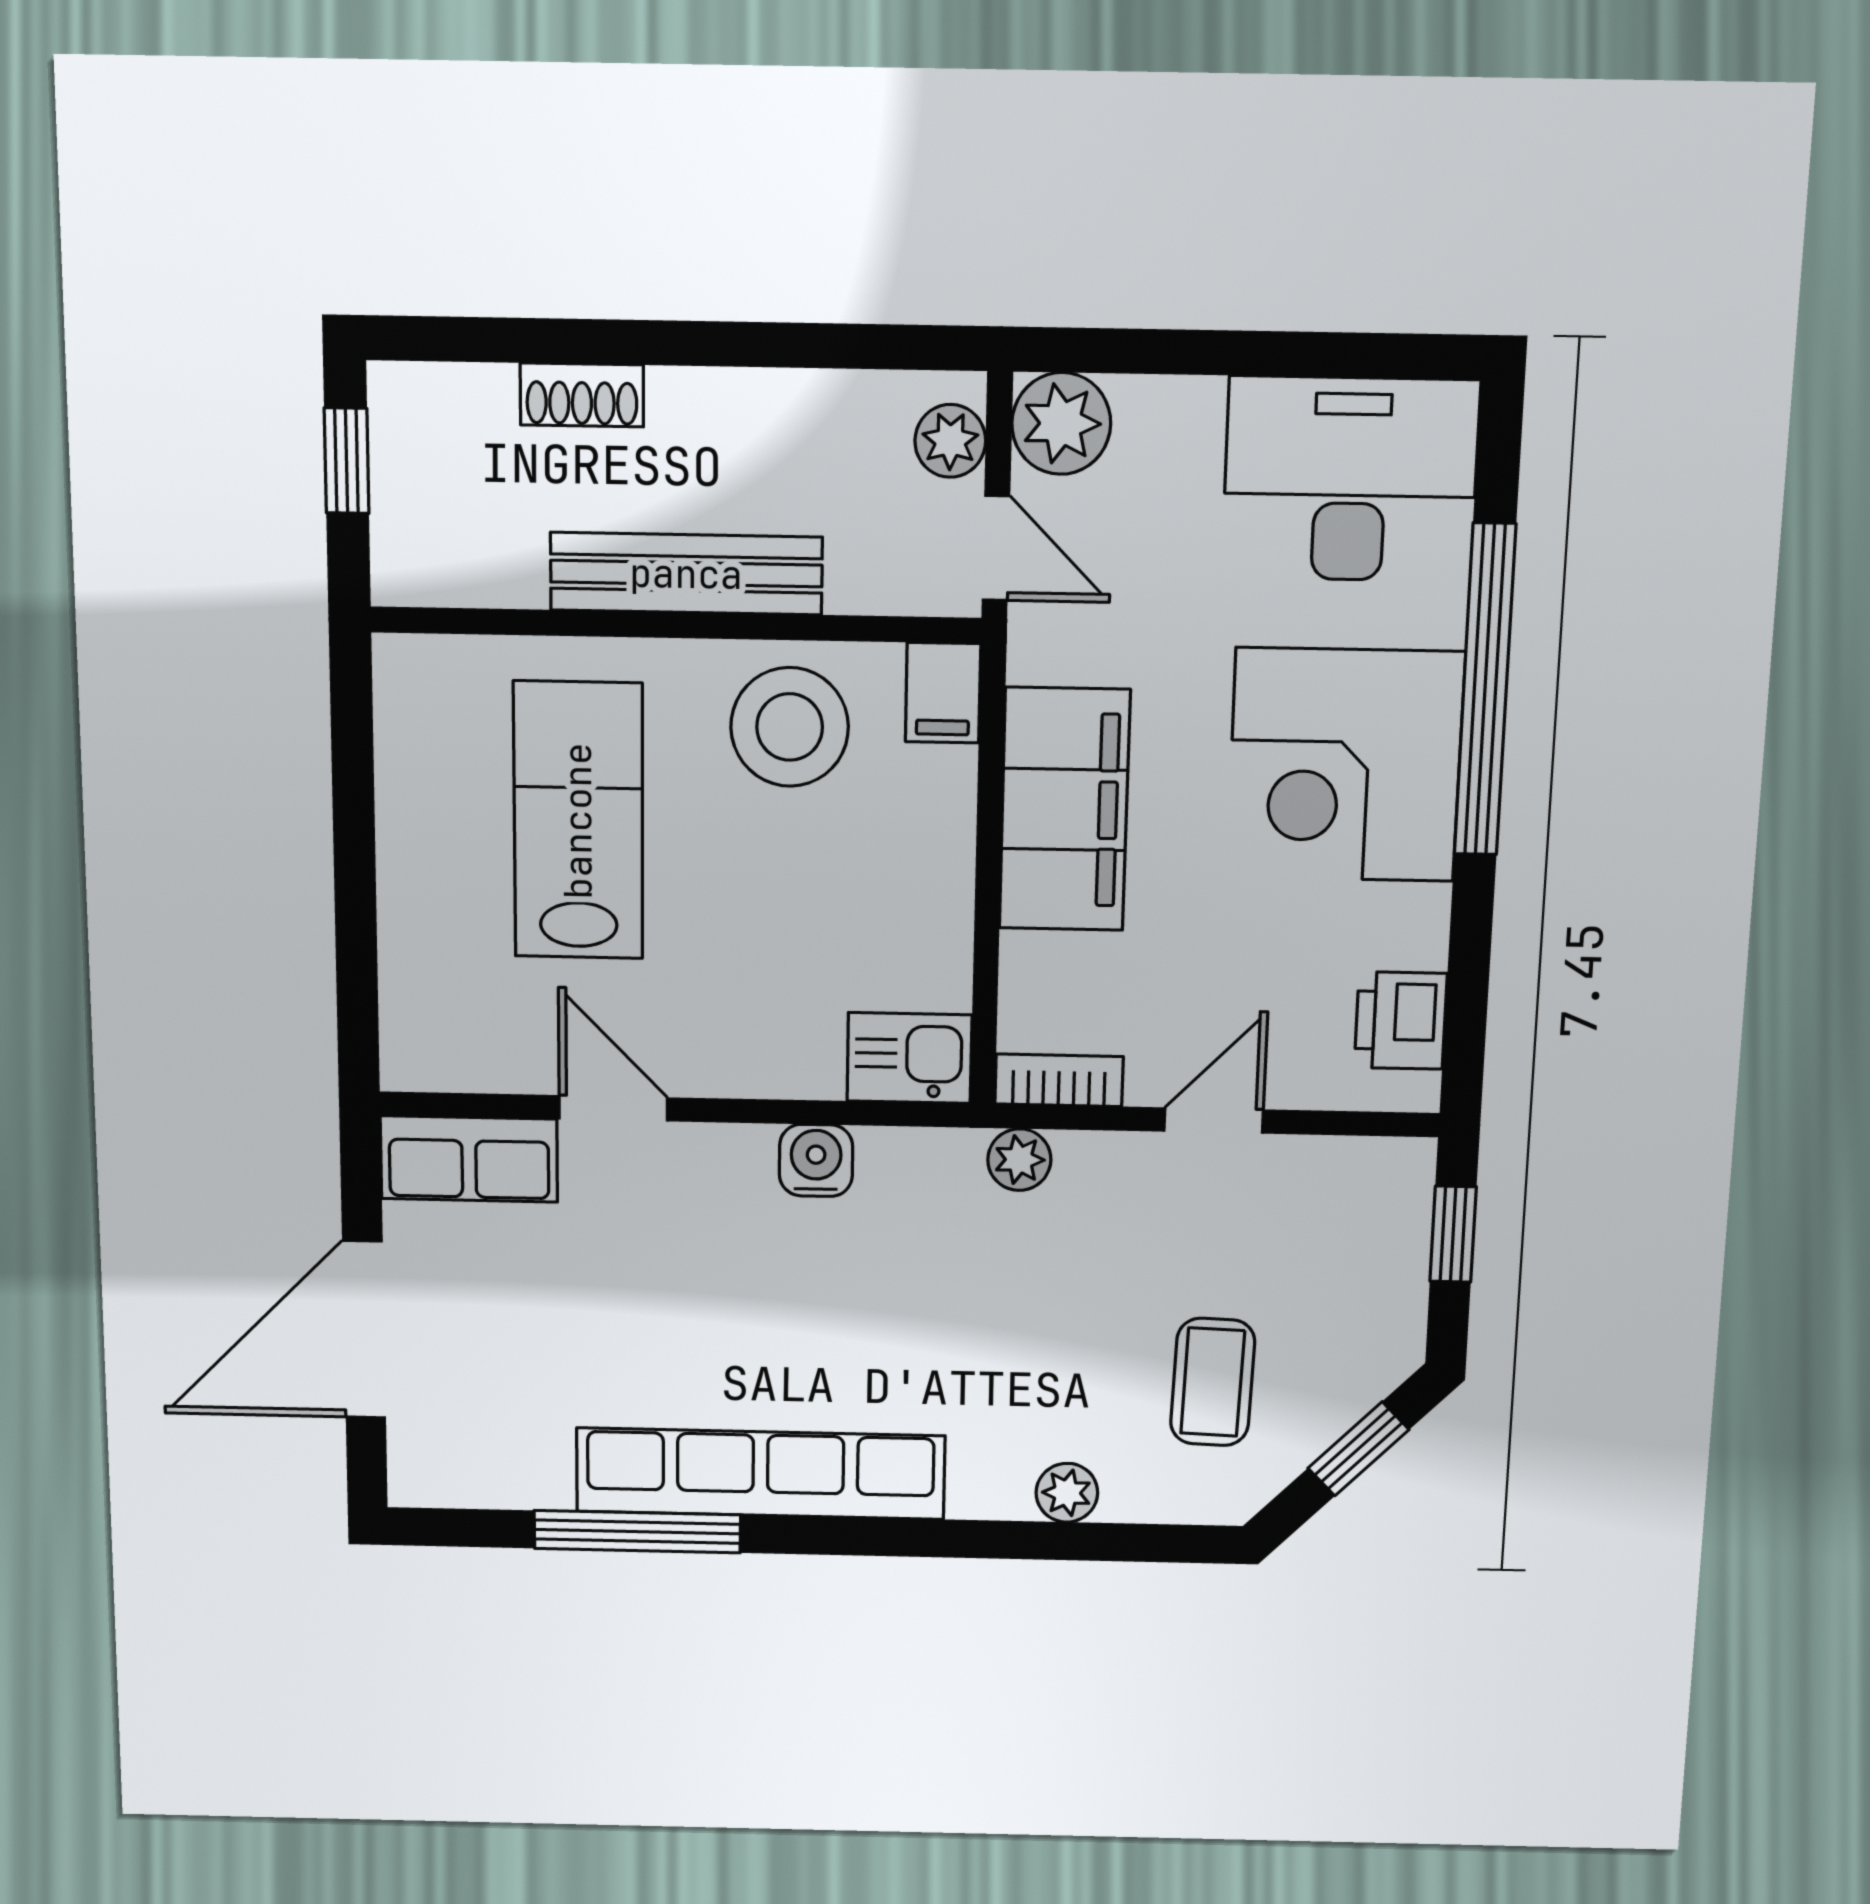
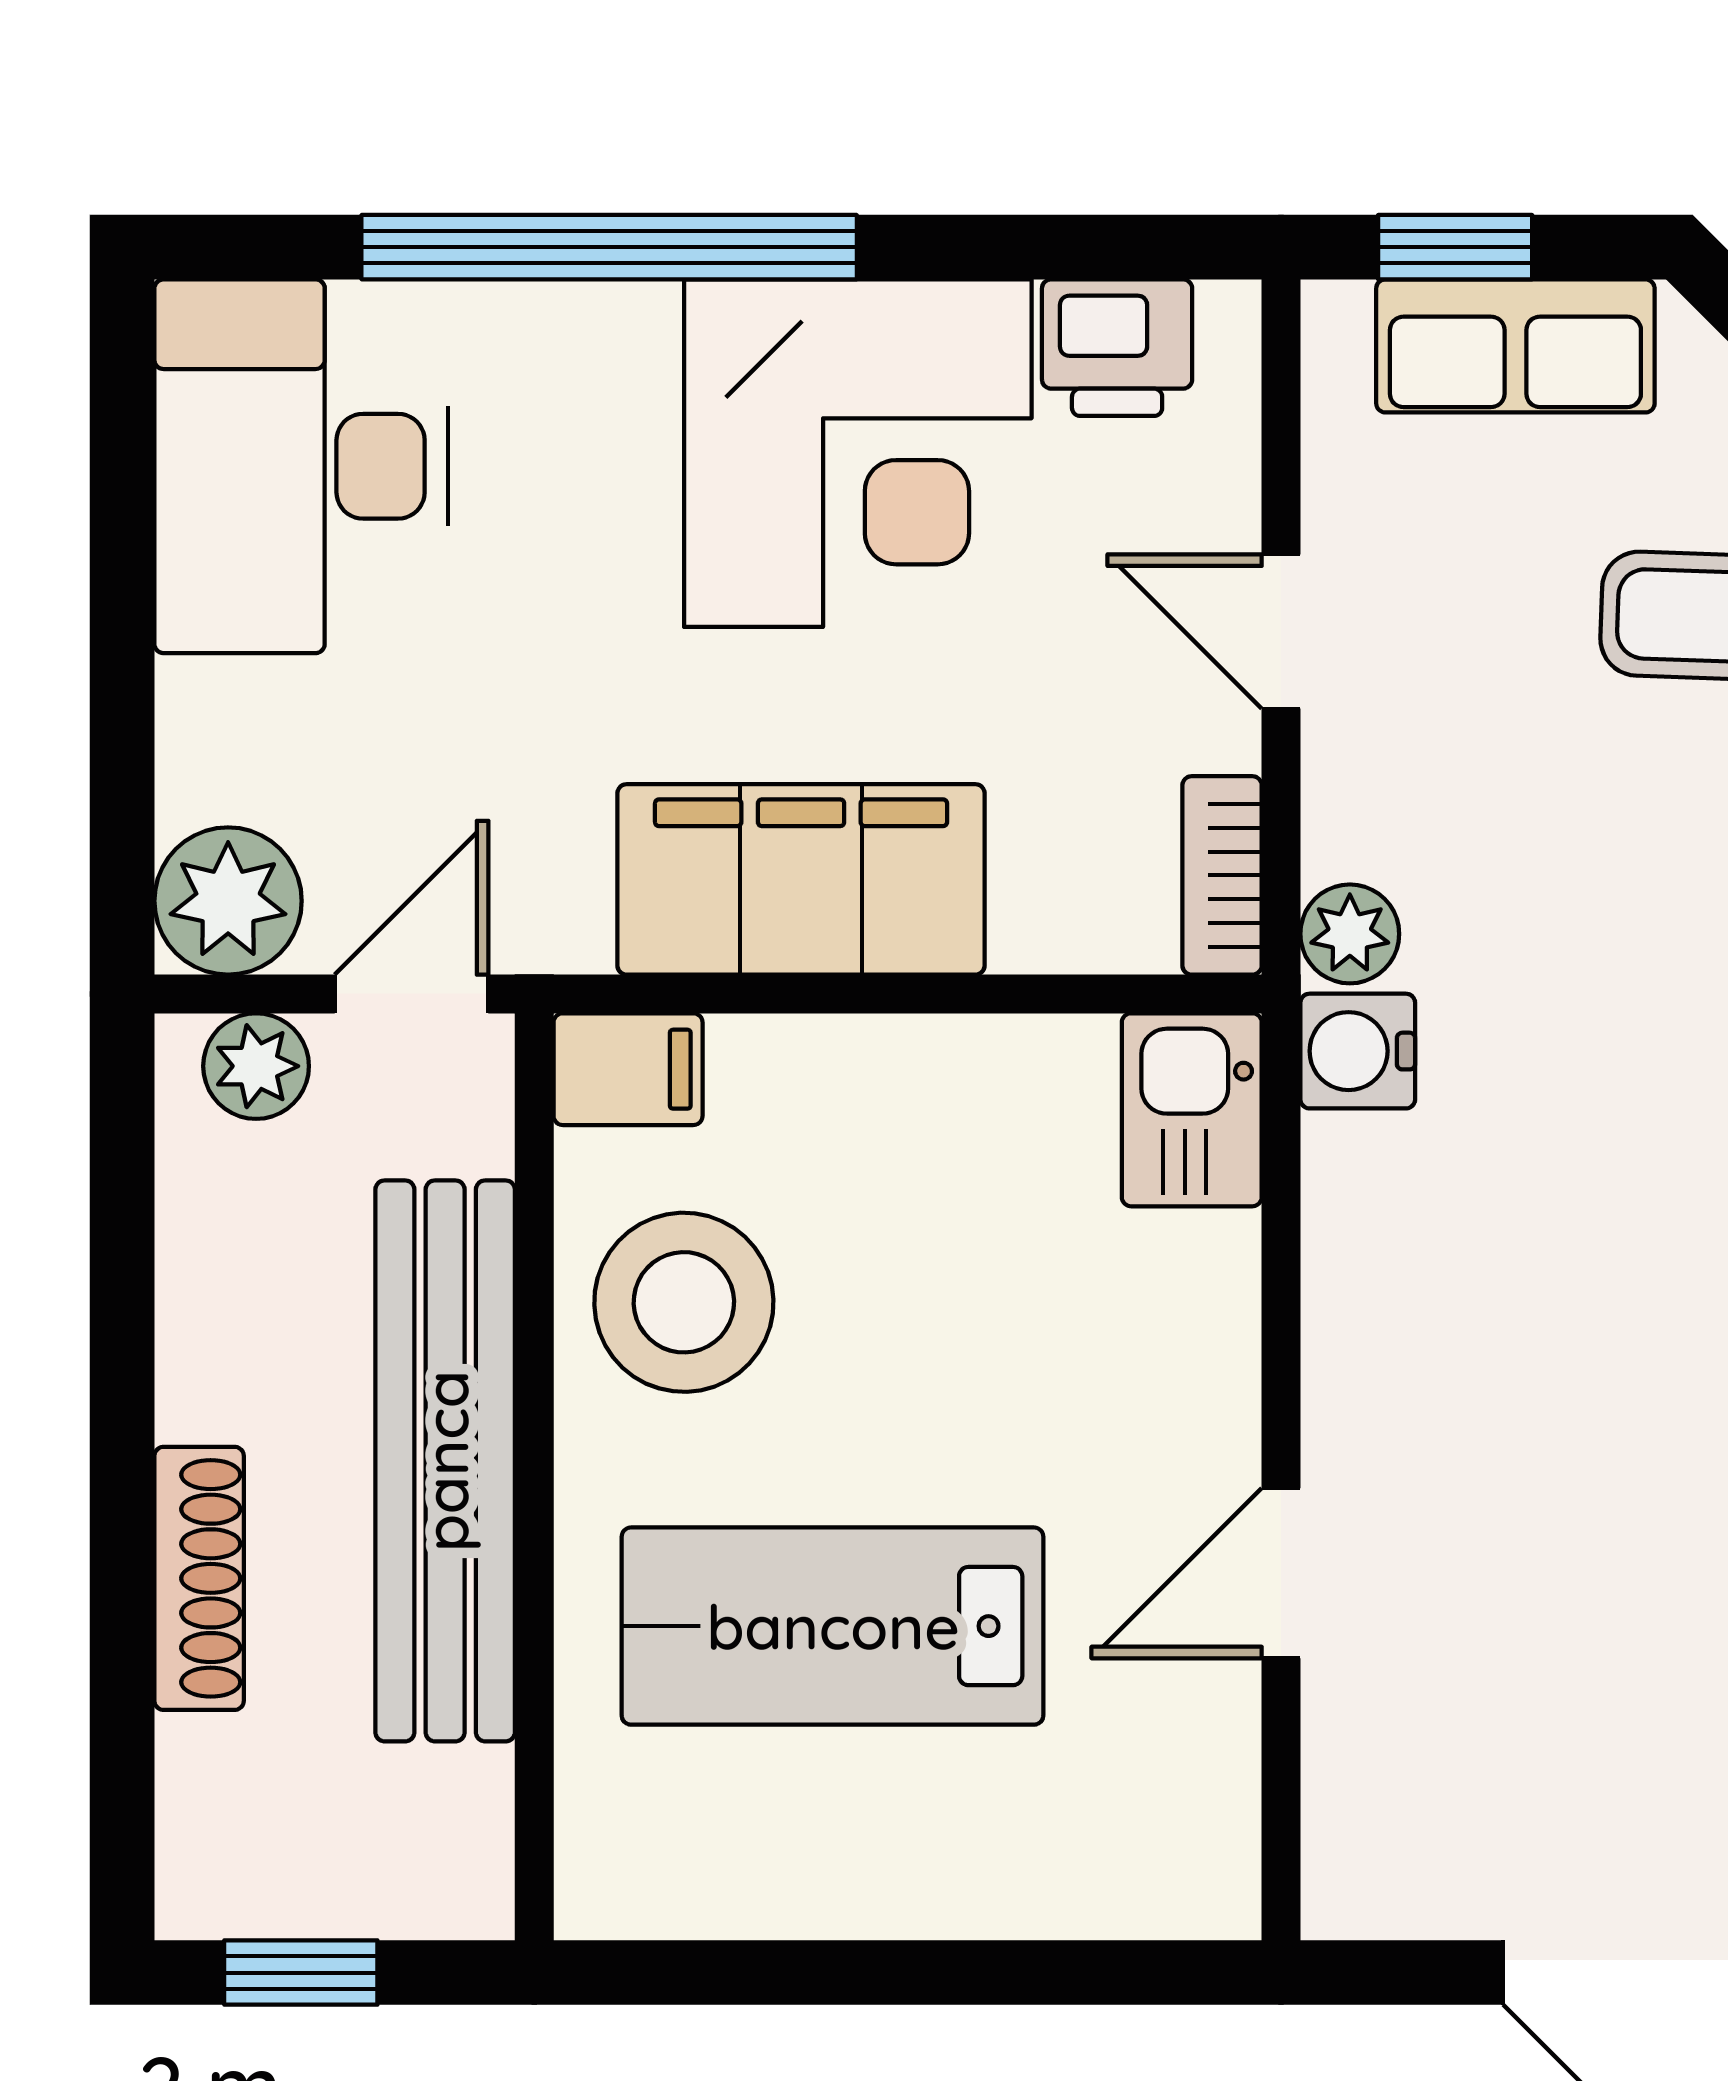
shoe rack: (582, 395) -> (199, 1578), width x1.43
bench: (686, 574) -> (445, 1461), width x1.37, depth x1.21
corner desk: (1345, 765) -> (858, 453), moved
row of seats: (469, 1159) -> (1515, 346), moved, turned 90
water cooler: (816, 1160) -> (1358, 1051), moved

